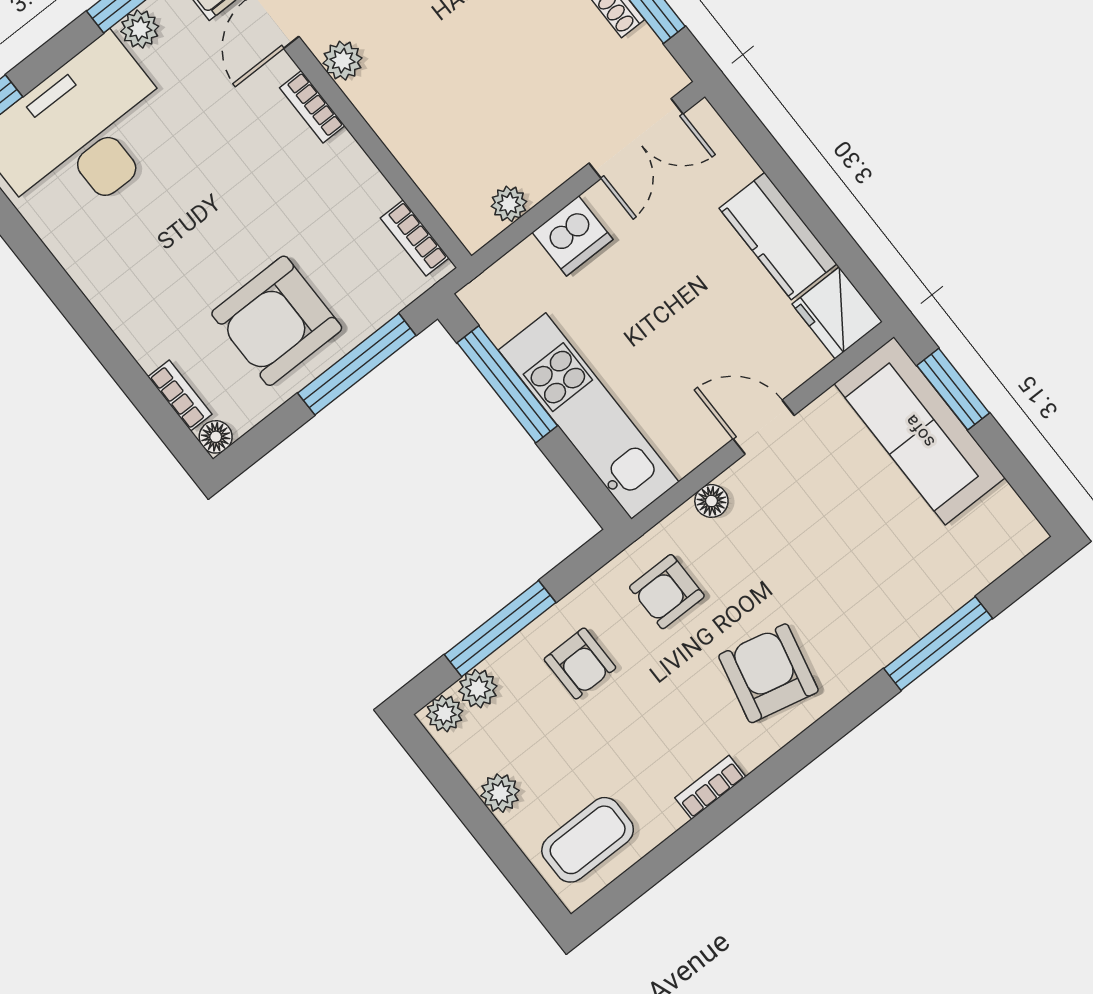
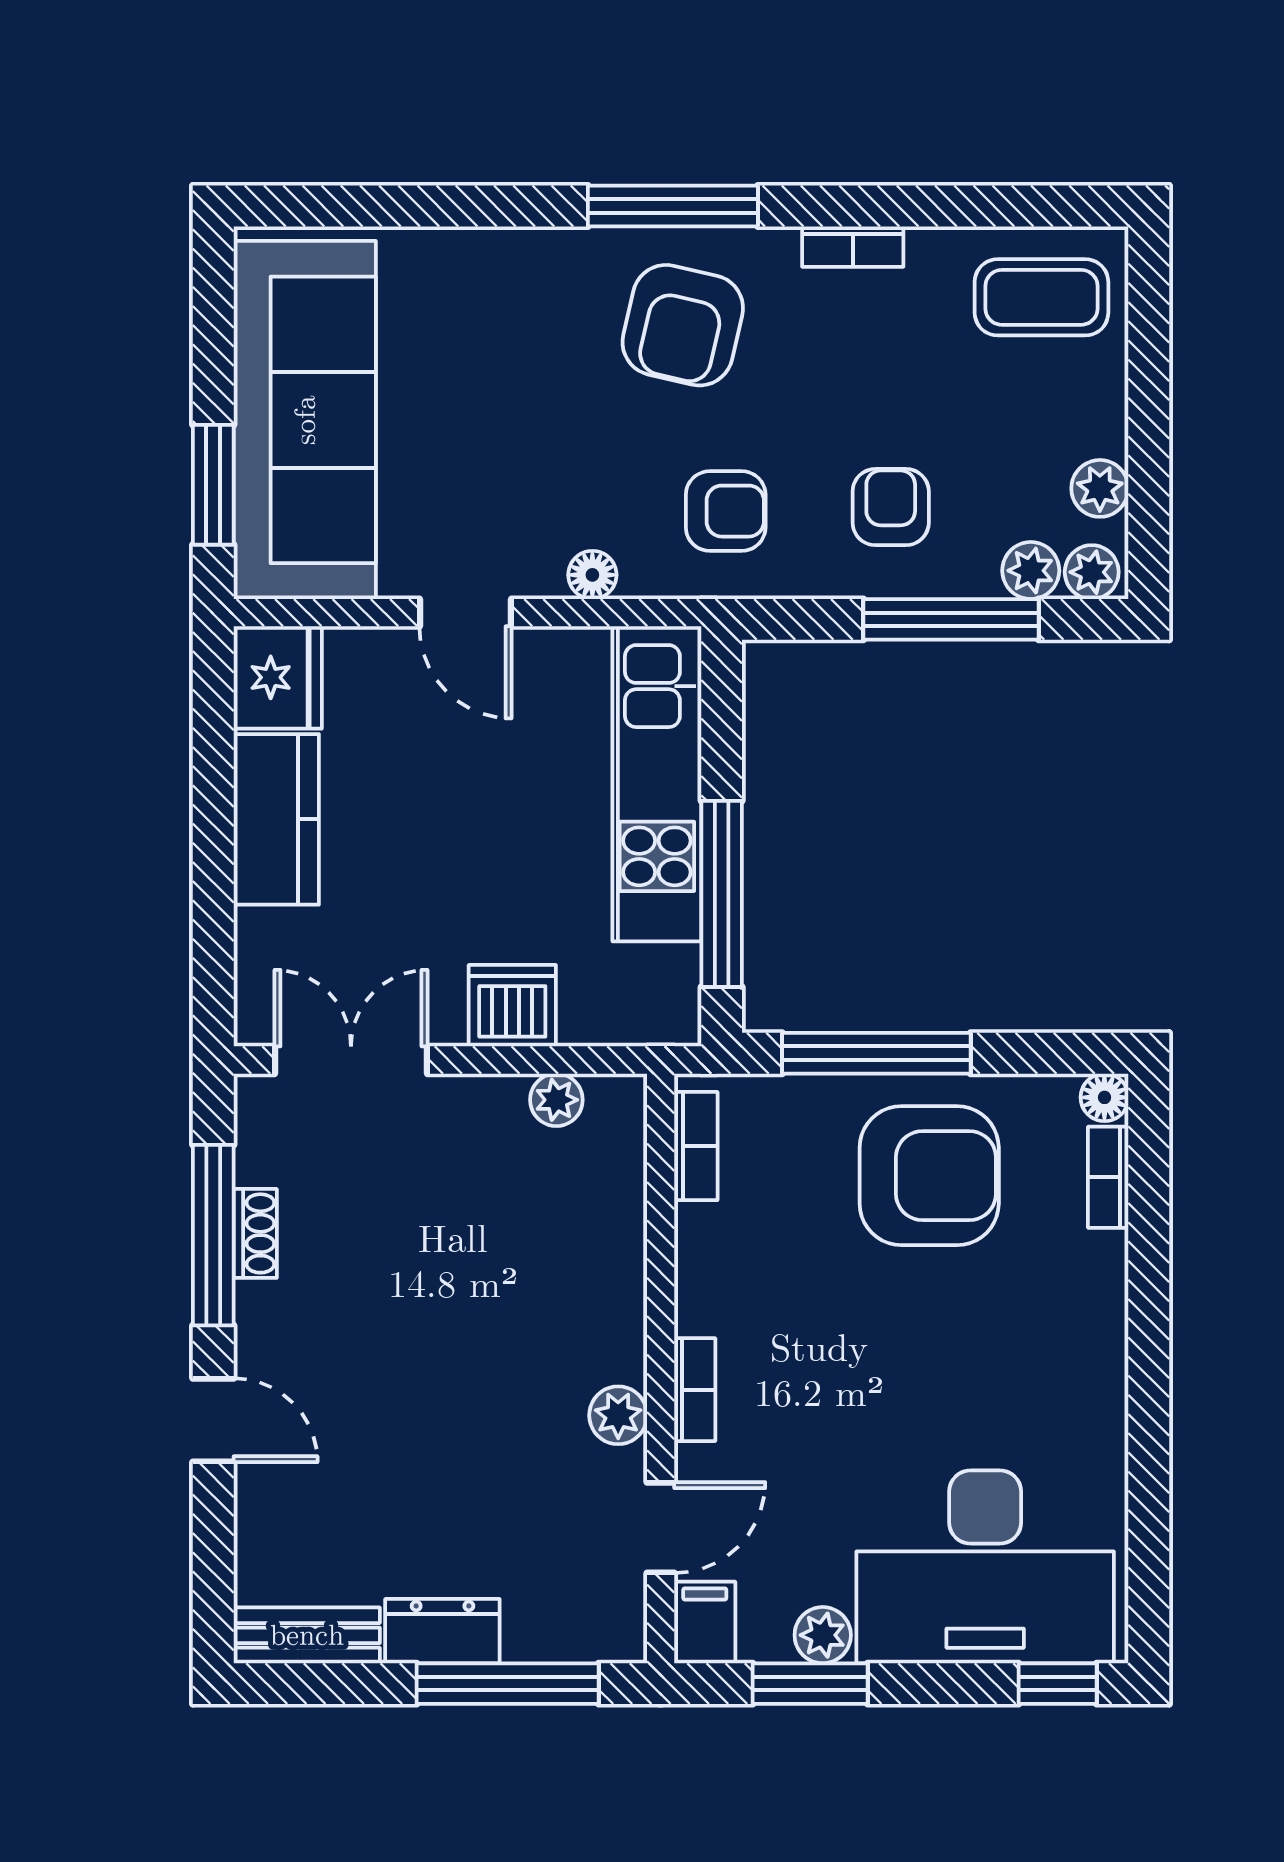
sofa: (920, 431) -> (305, 420), width x1.36, depth x1.27
window: (938, 643) -> (673, 206), moved
plant: (500, 793) -> (1100, 488), moved

